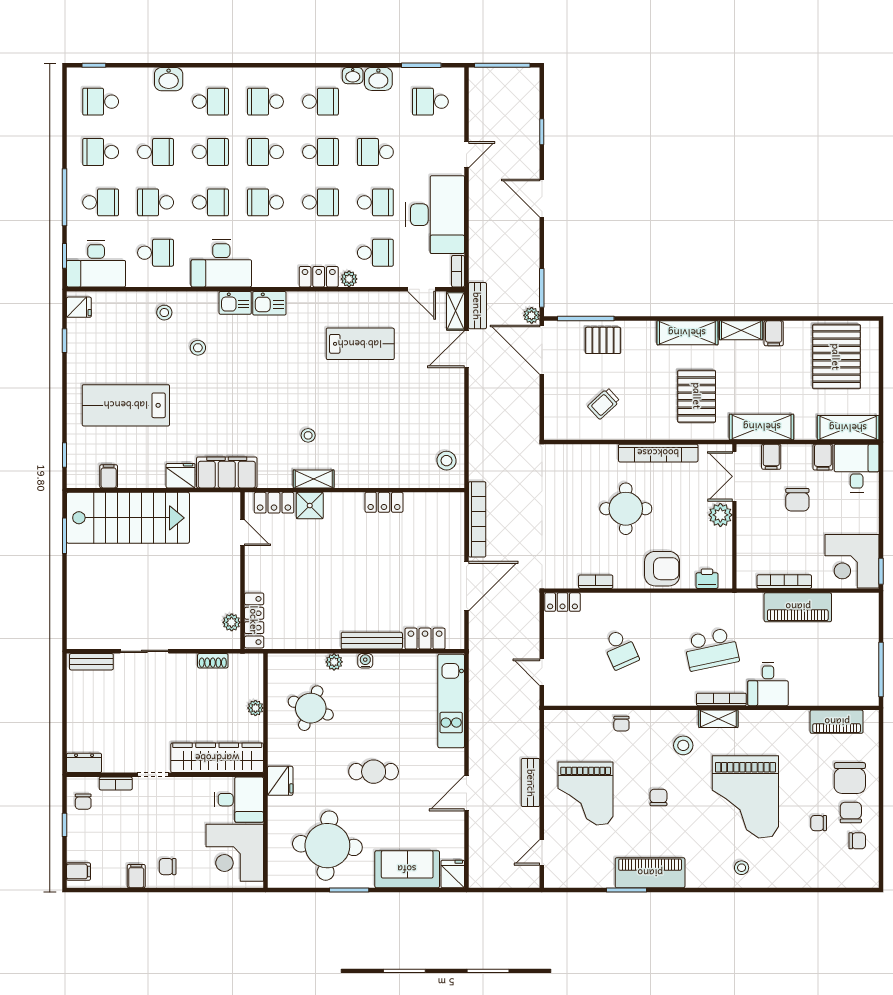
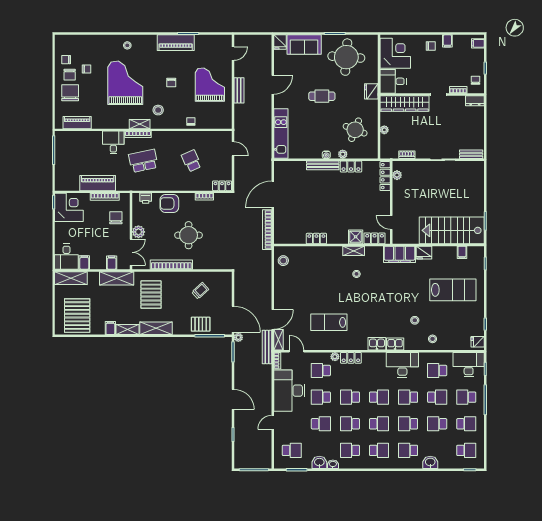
bench: (477, 306) -> (267, 347), width x1.36
chair: (797, 500) -> (116, 218), moved
locker: (425, 639) -> (351, 167), moved

